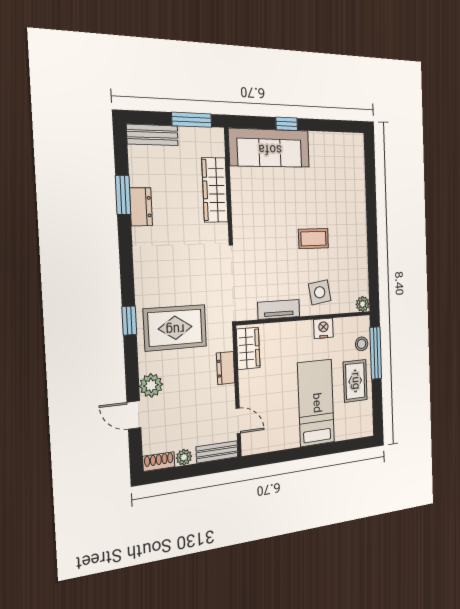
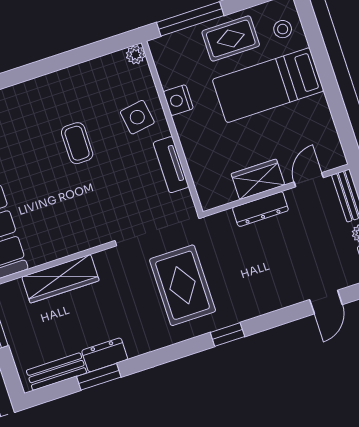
bench: (152, 135) -> (56, 372), moved, turned 90
rug: (175, 328) -> (183, 285), moved
stool: (362, 344) -> (283, 29), moved
wardrobe: (248, 348) -> (258, 179), moved
dresser: (226, 368) -> (260, 209), width x1.44
plant: (151, 385) -> (290, 292), removed

